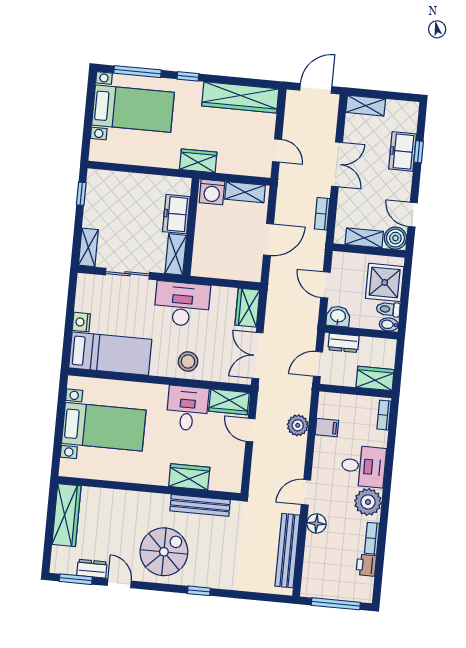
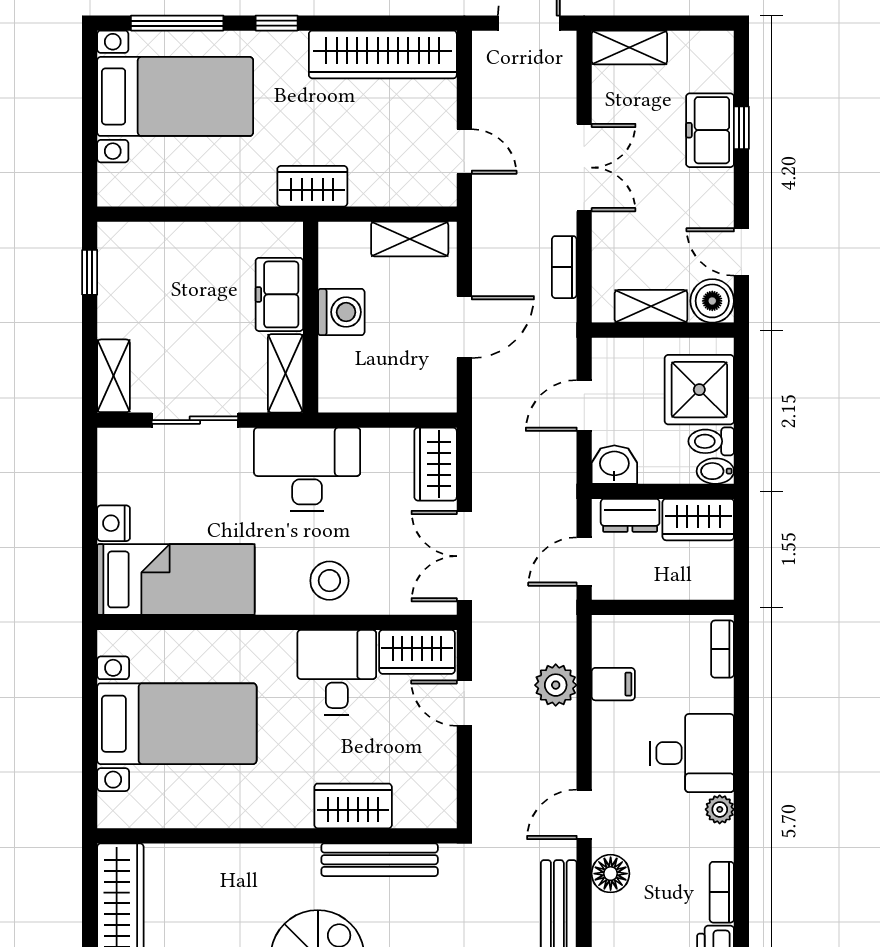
washing machine: (212, 192) -> (341, 312), moved, turned -90
door: (326, 285) -> (584, 405), hinge flipped
wardrobe: (375, 378) -> (698, 520), moved, turned 180
plant: (368, 502) -> (720, 809), width x0.53, depth x0.53

